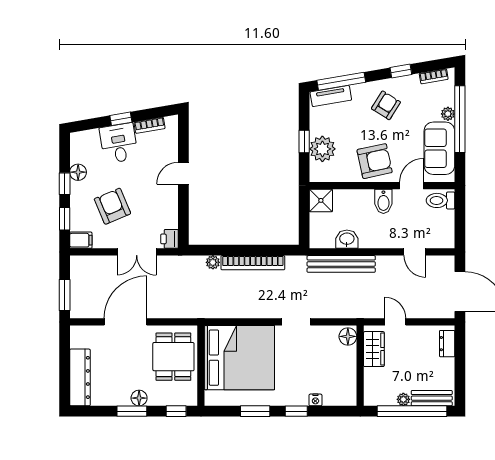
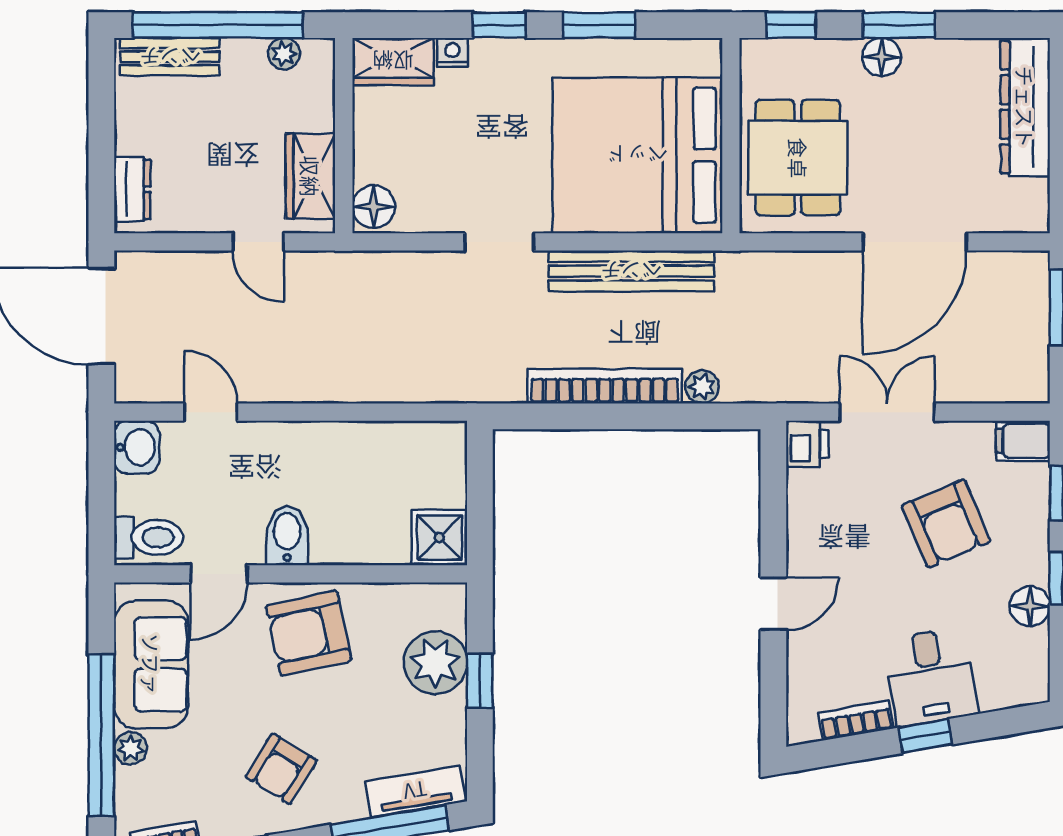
washbasin: (347, 239) -> (137, 447), moved, turned -90
bench: (341, 264) -> (631, 271), moved
wardrobe: (340, 396) -> (393, 61), added
plant: (403, 399) -> (284, 54), moved

